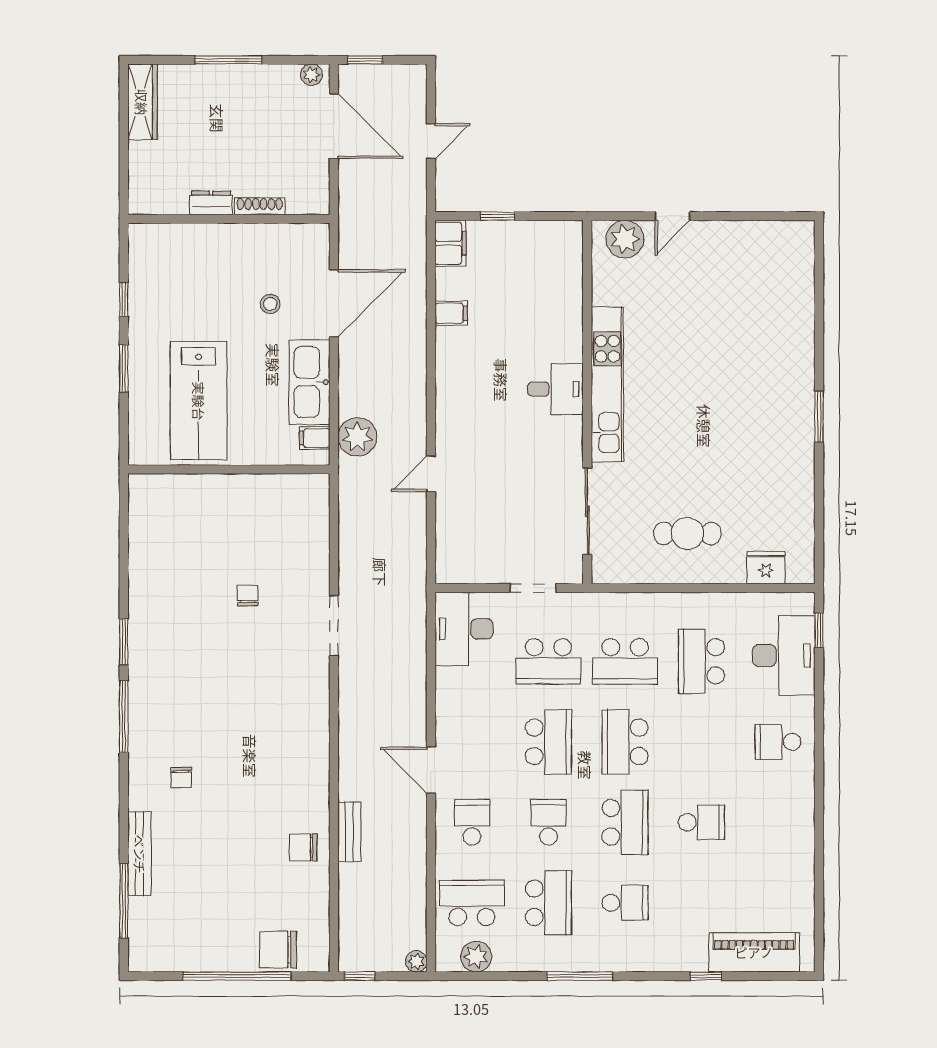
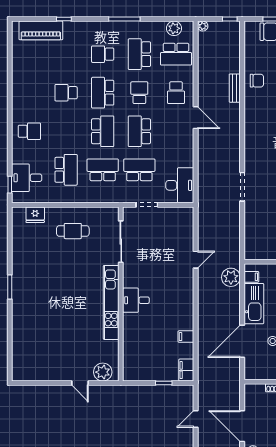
door: (672, 216) -> (80, 383), swing flipped
desk: (784, 656) -> (27, 178), width x0.73
school desk: (548, 822) -> (139, 93), turned 180

